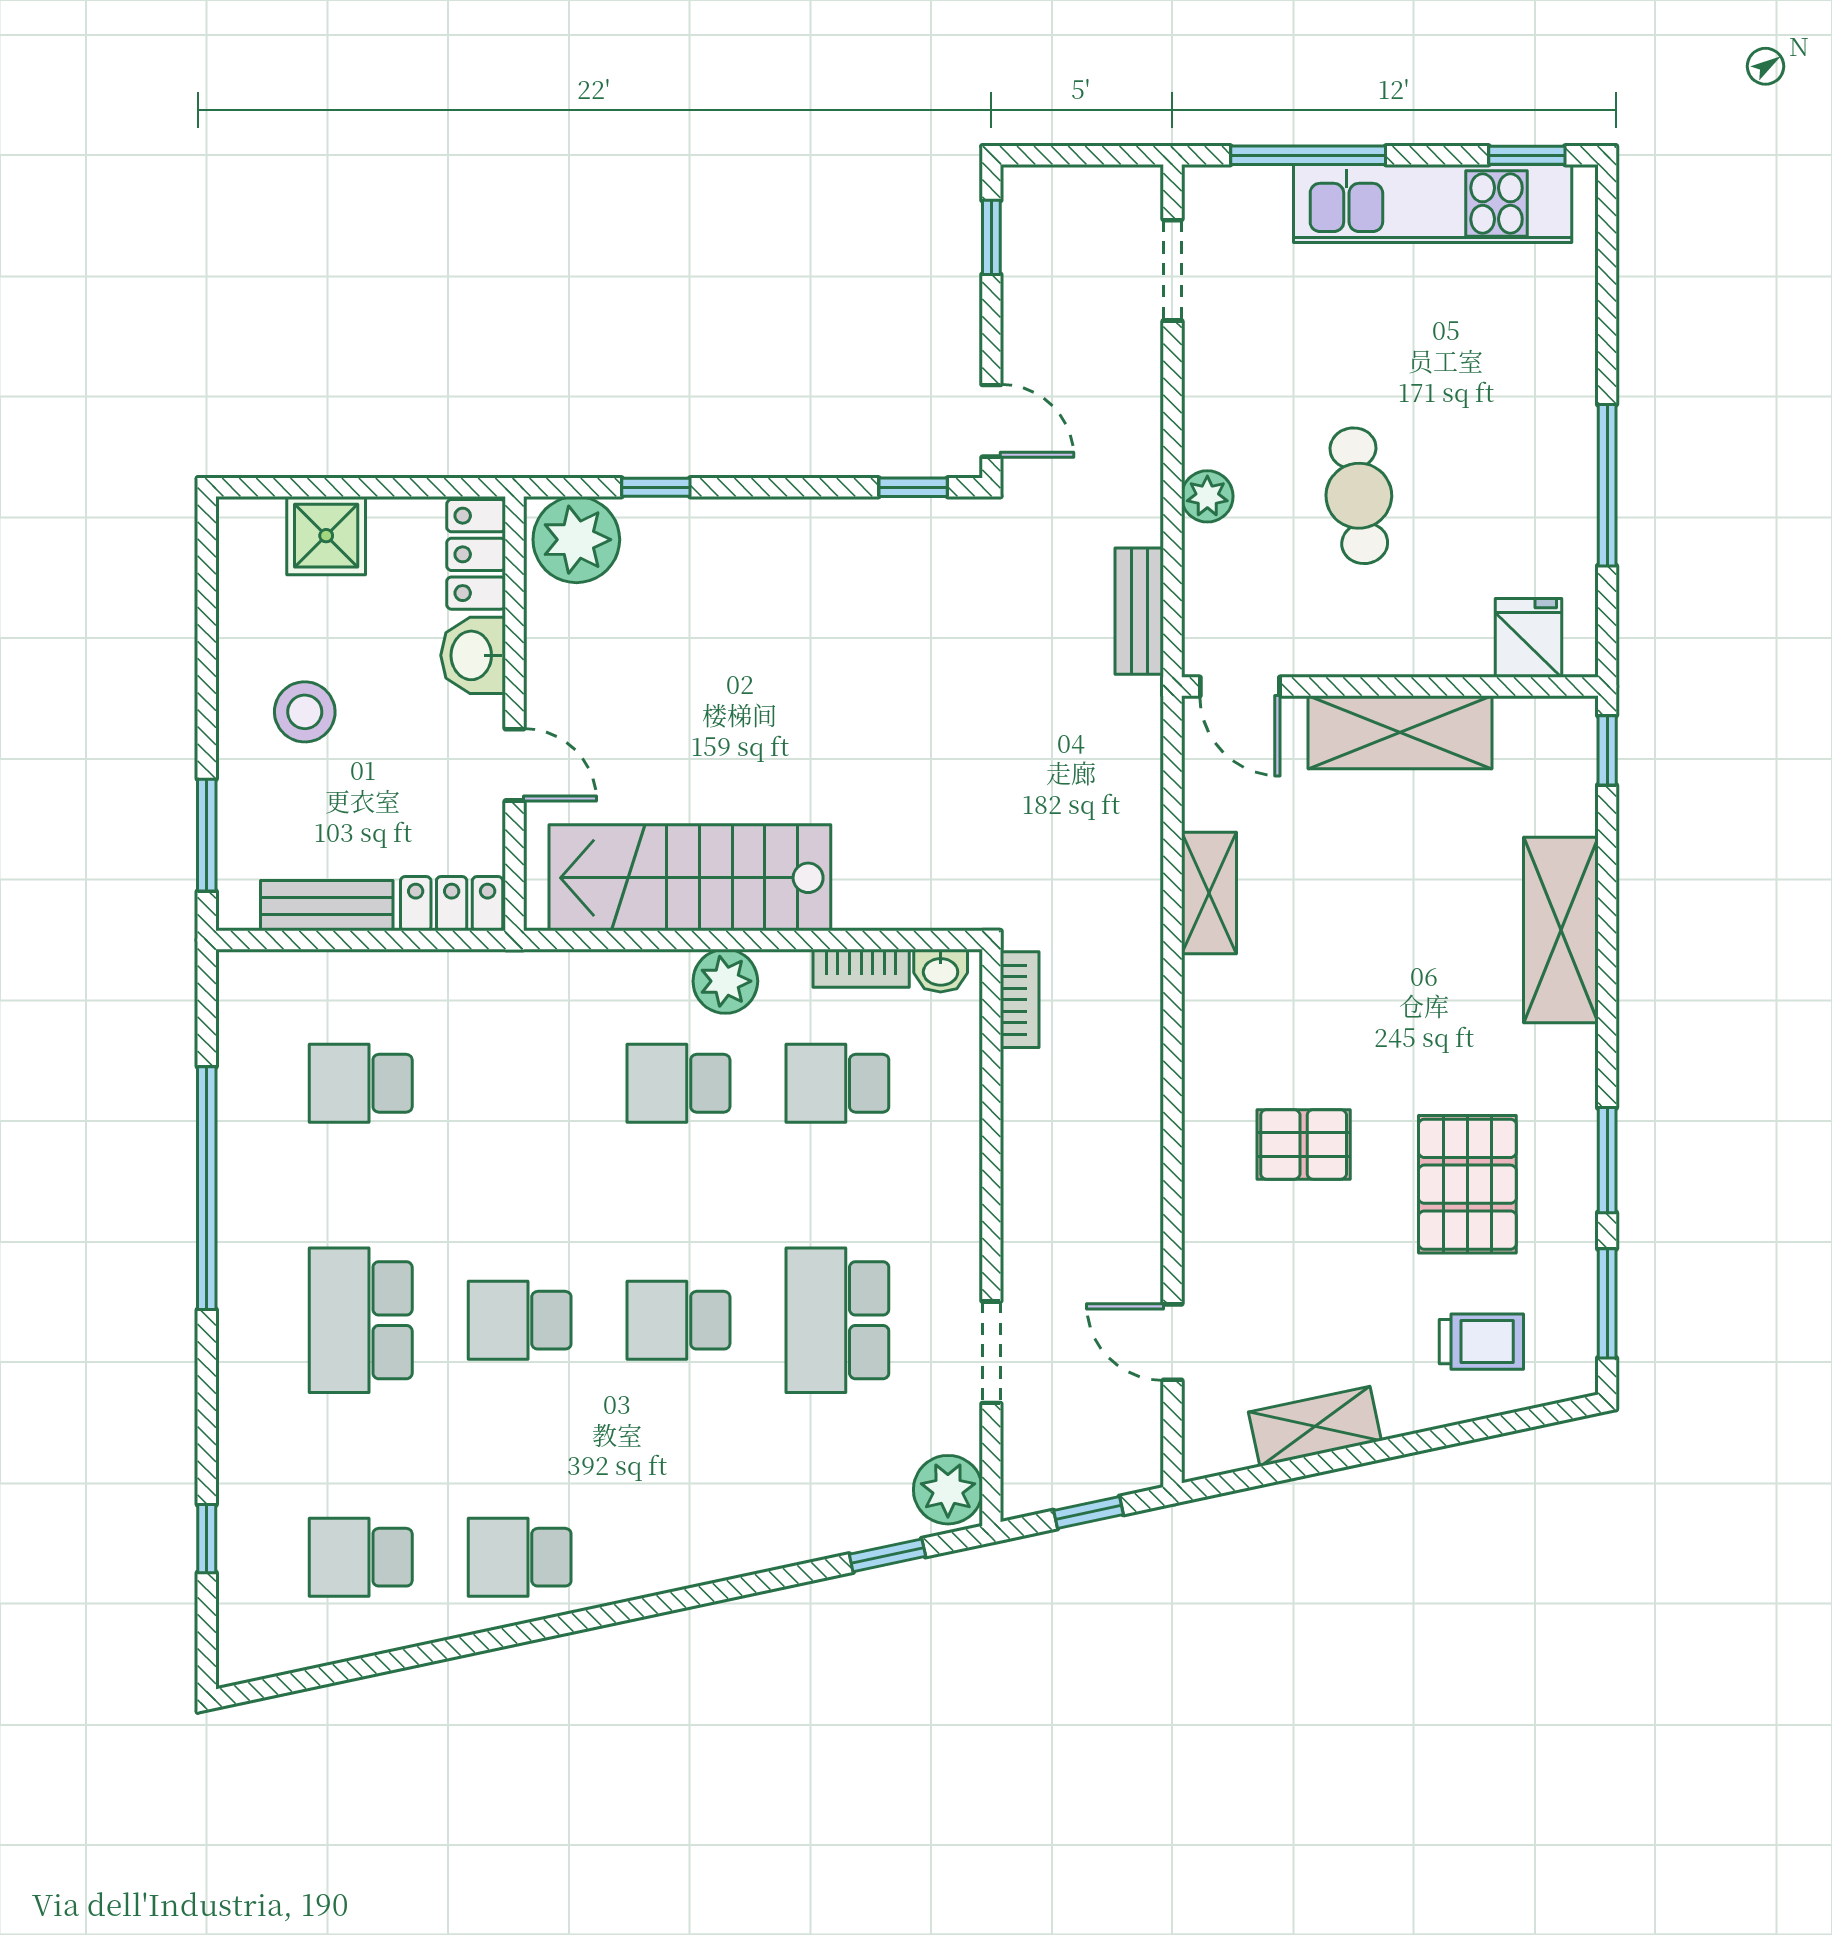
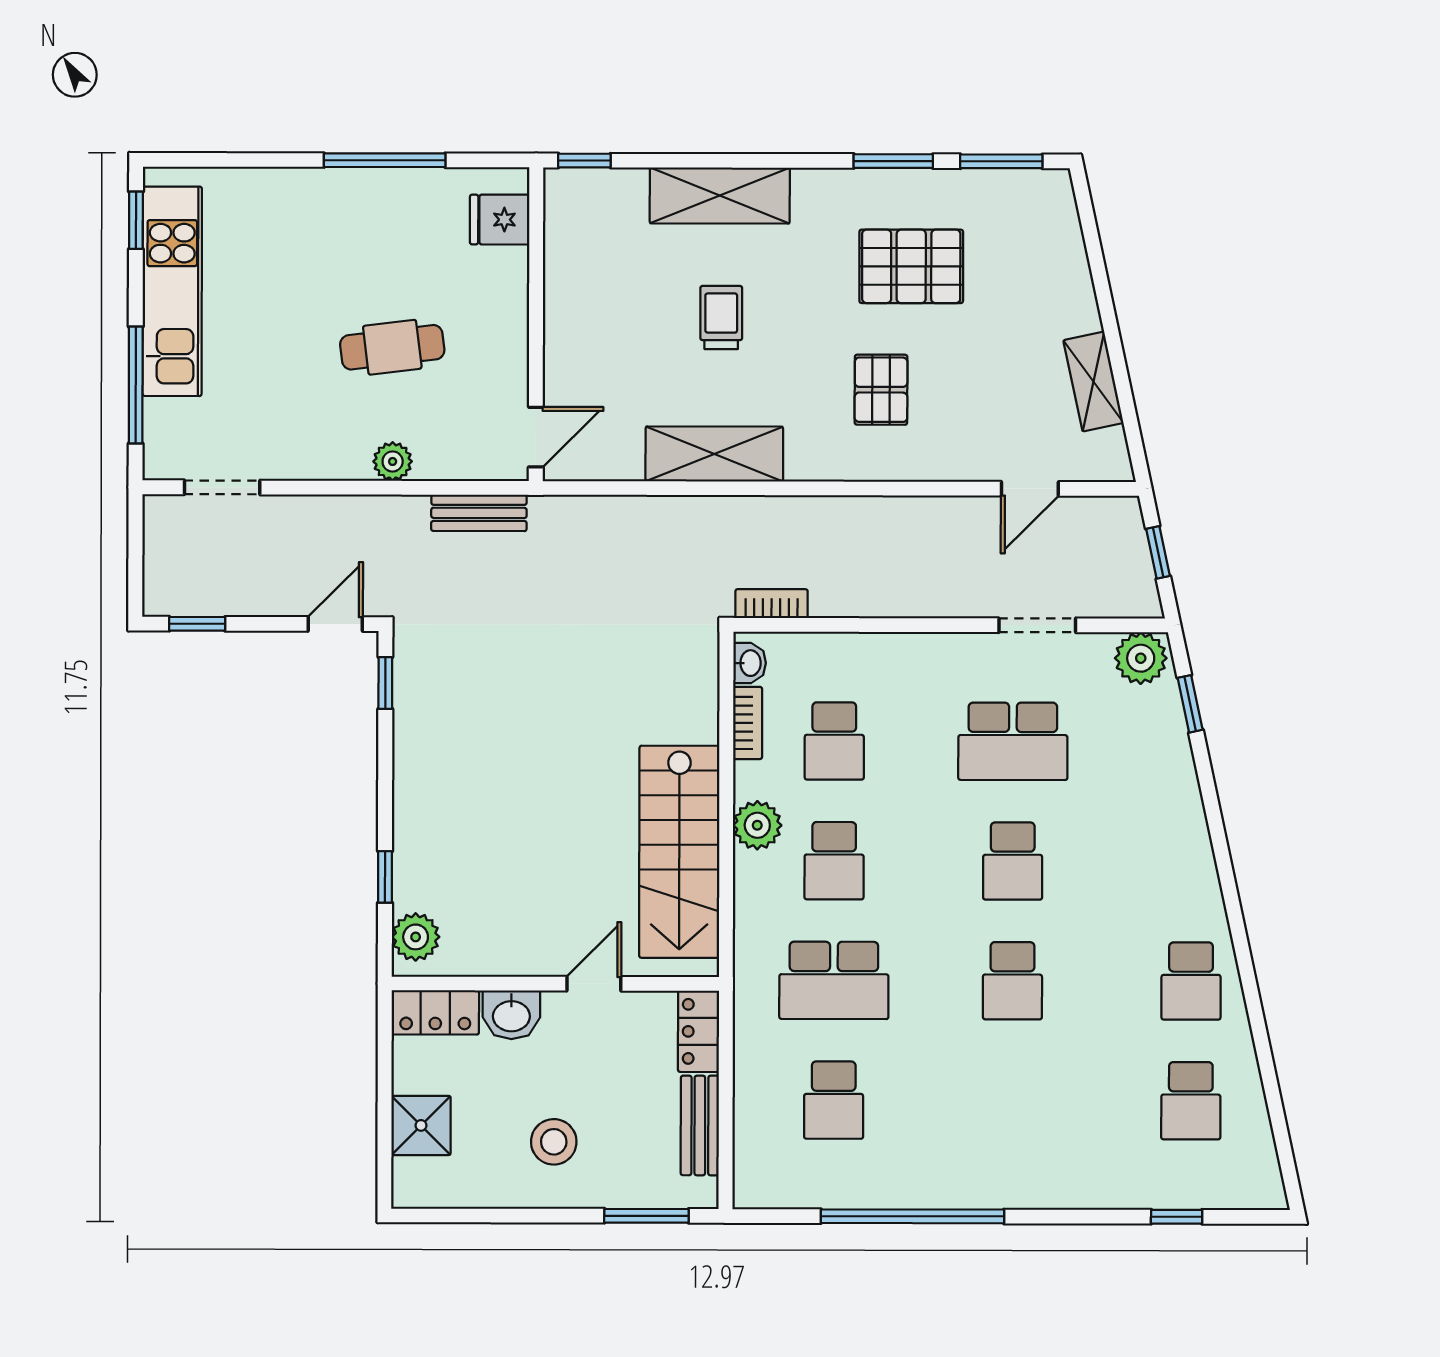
plant: (576, 540) -> (416, 937), width x0.73, depth x0.73
shelving: (1400, 732) -> (571, 317), removed
shelving: (1209, 893) -> (714, 454), width x1.50, depth x1.33
school desk: (361, 1320) -> (834, 980), moved
trolley: (1481, 1342) -> (721, 317), moved

